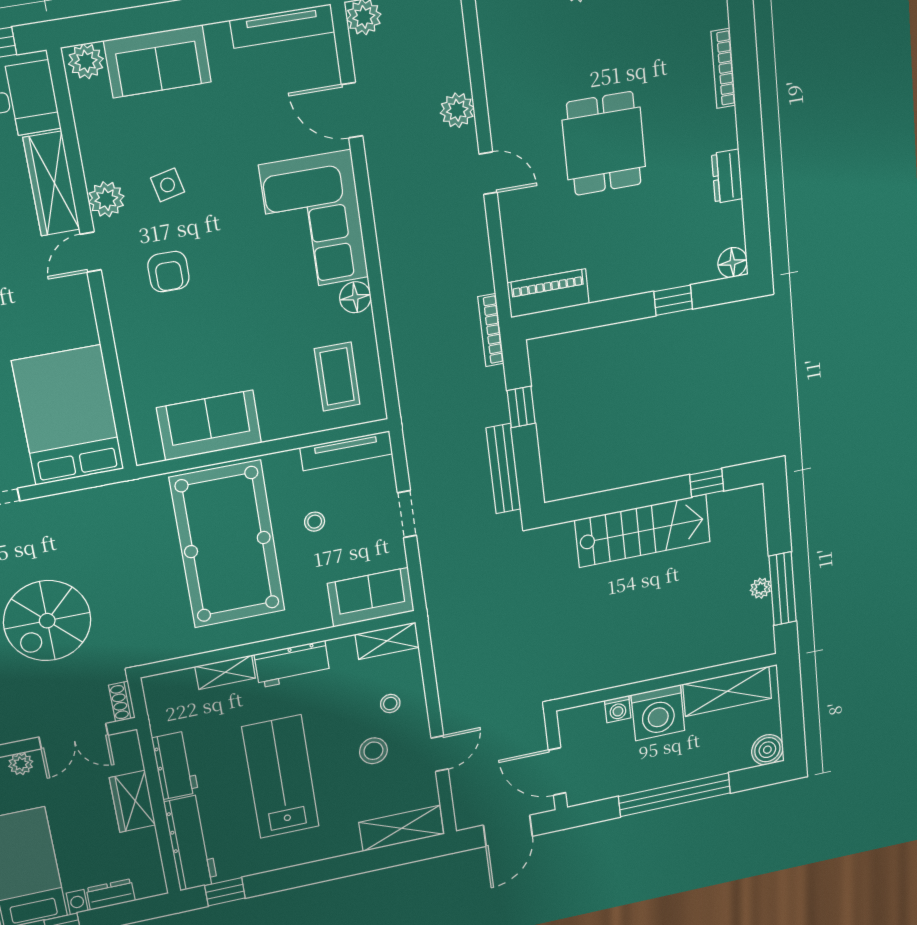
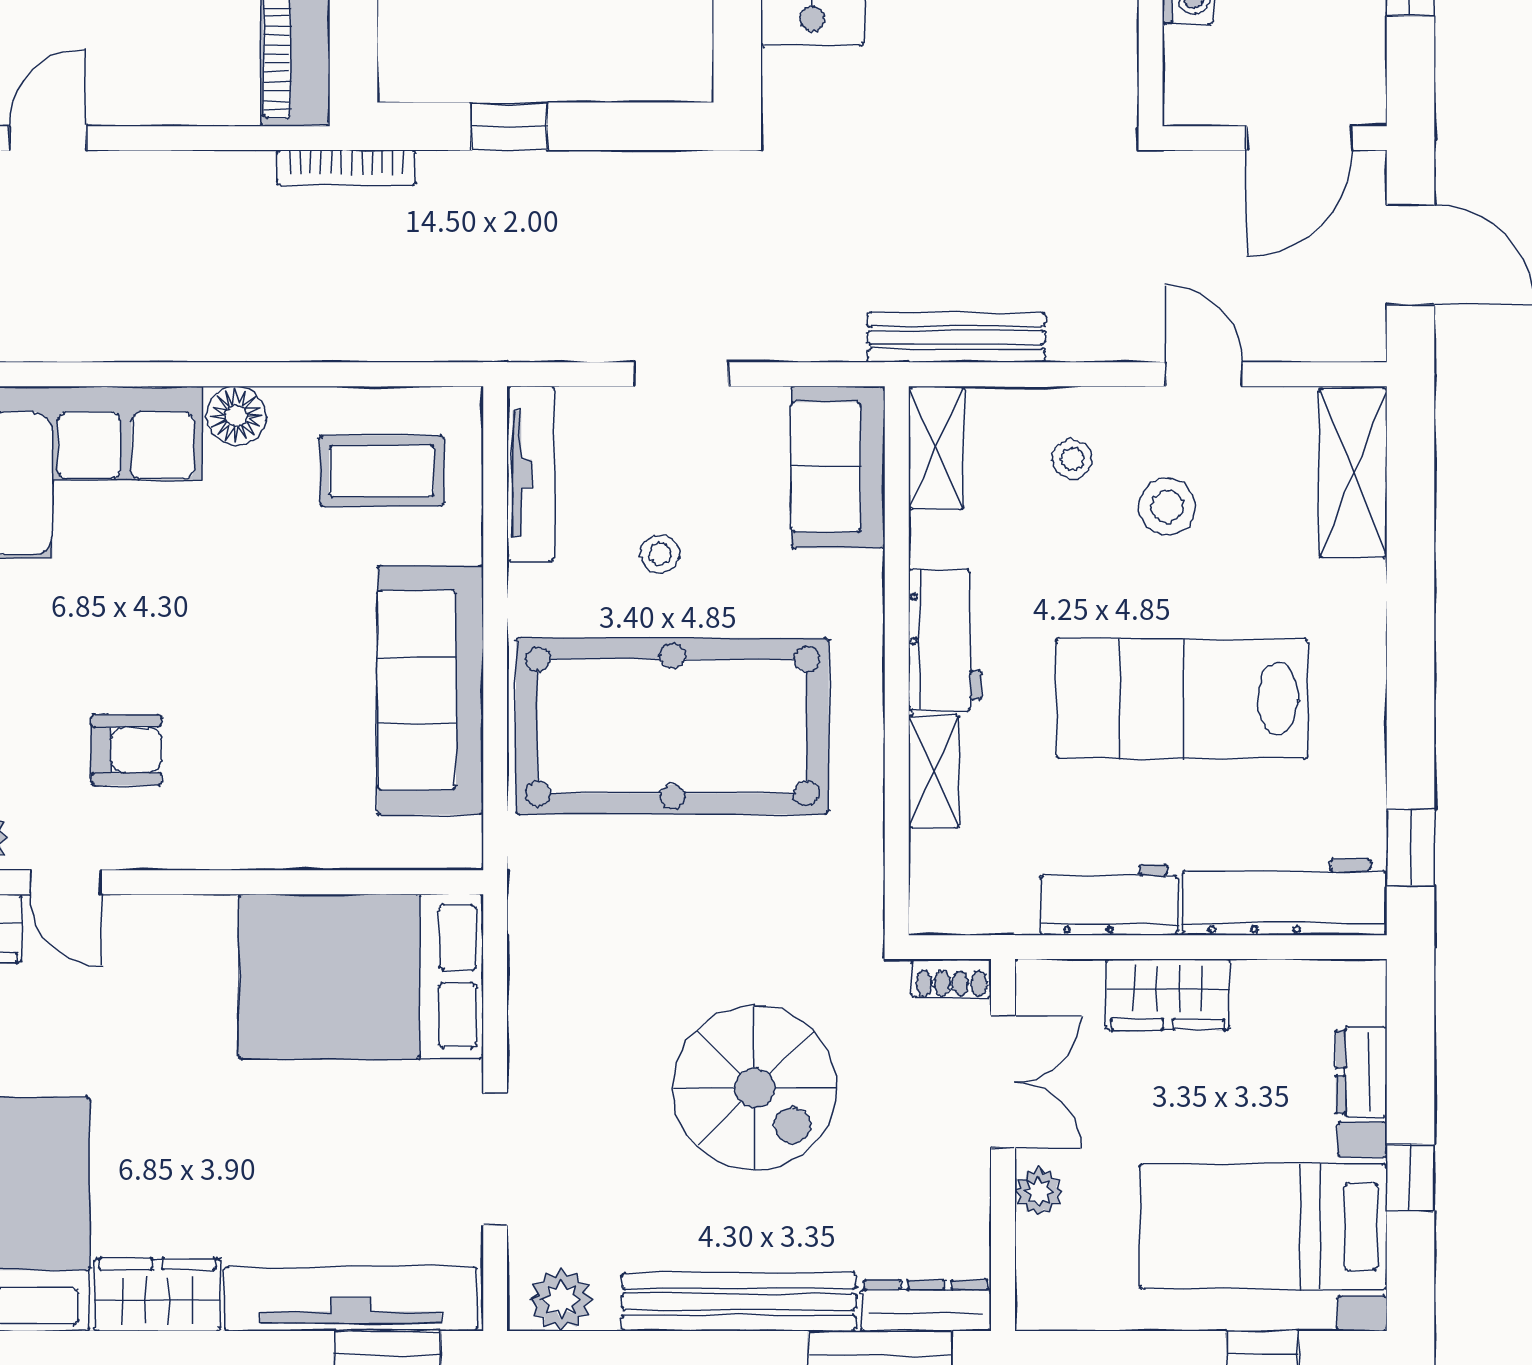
sofa: (209, 425) -> (430, 690), width x1.36
bench: (503, 469) -> (956, 338), moved

